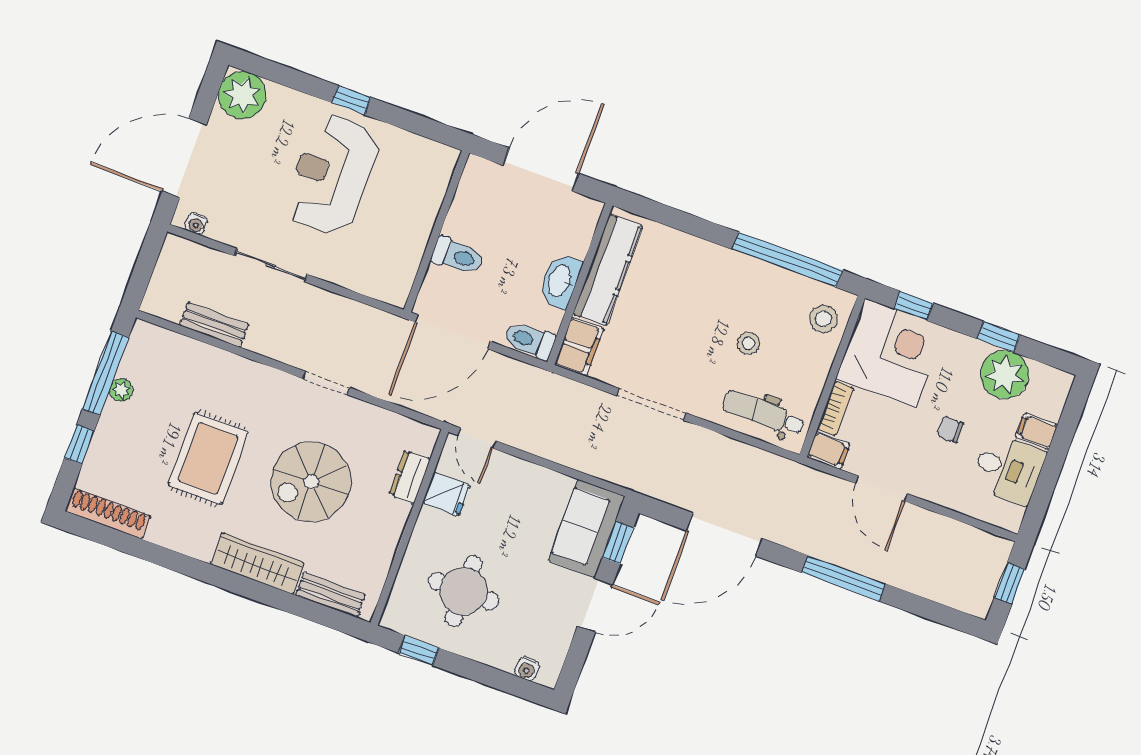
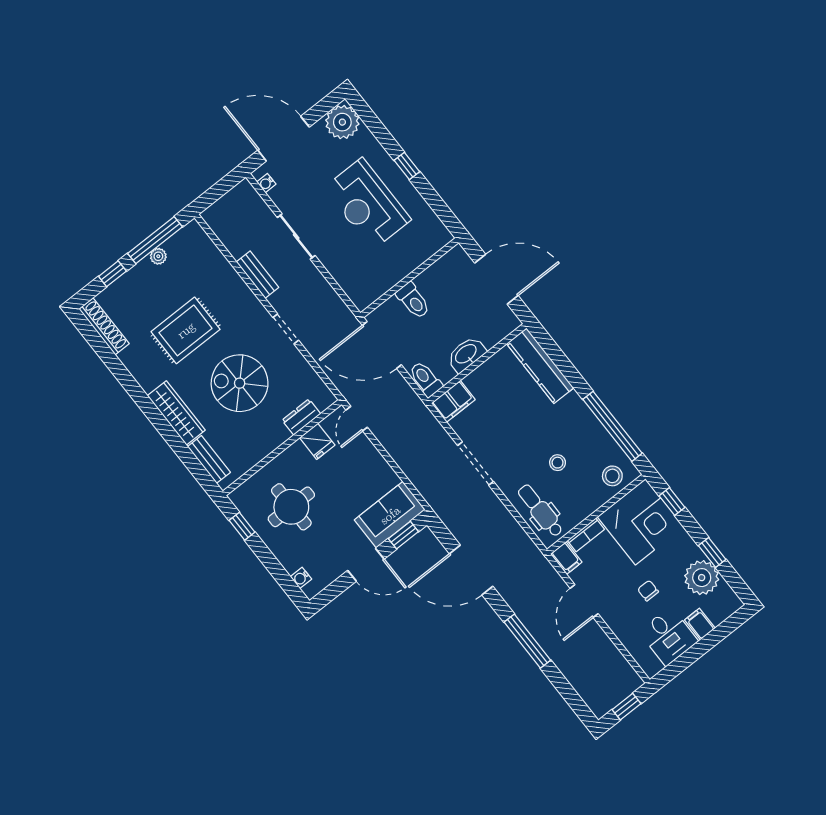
reception desk: (332, 174) -> (367, 204), turned -90
kitchen counter: (608, 270) -> (540, 366), moved, turned 90
bench: (214, 325) -> (258, 275), moved

